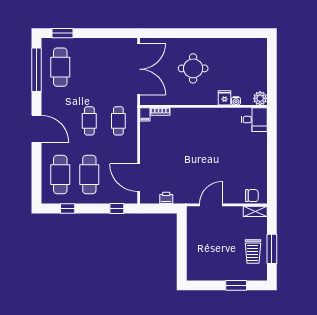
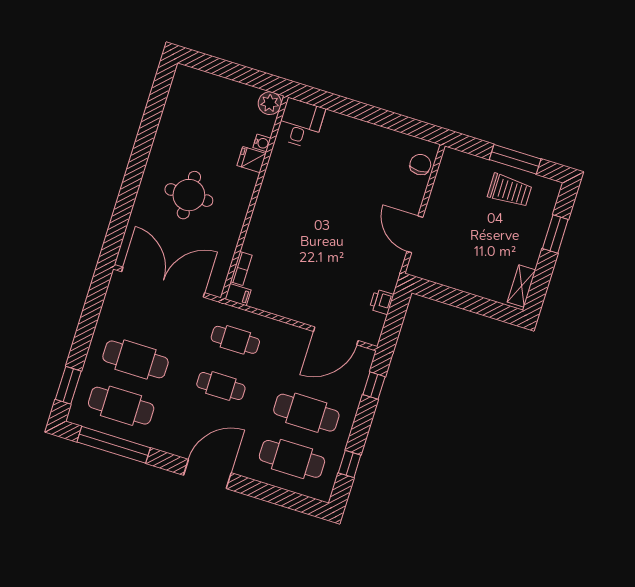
cafe table: (89, 67) -> (135, 359), added
shelving: (255, 211) -> (521, 286), moved

